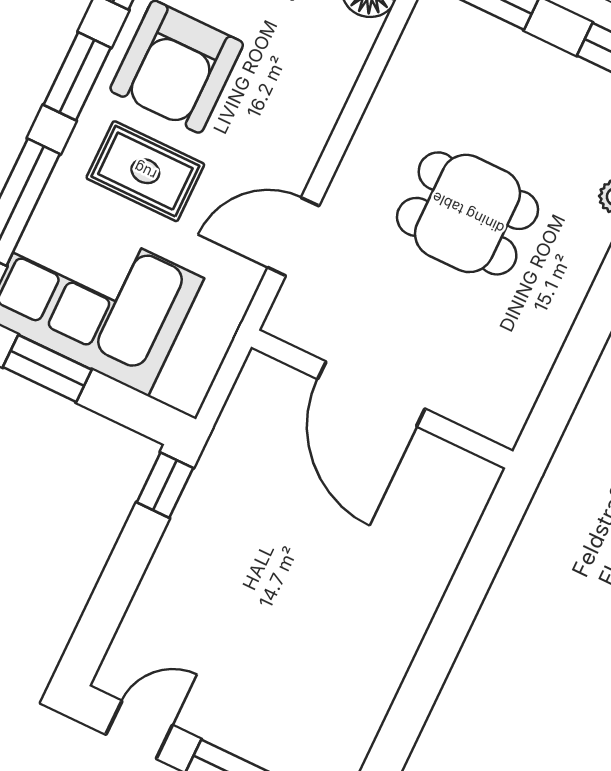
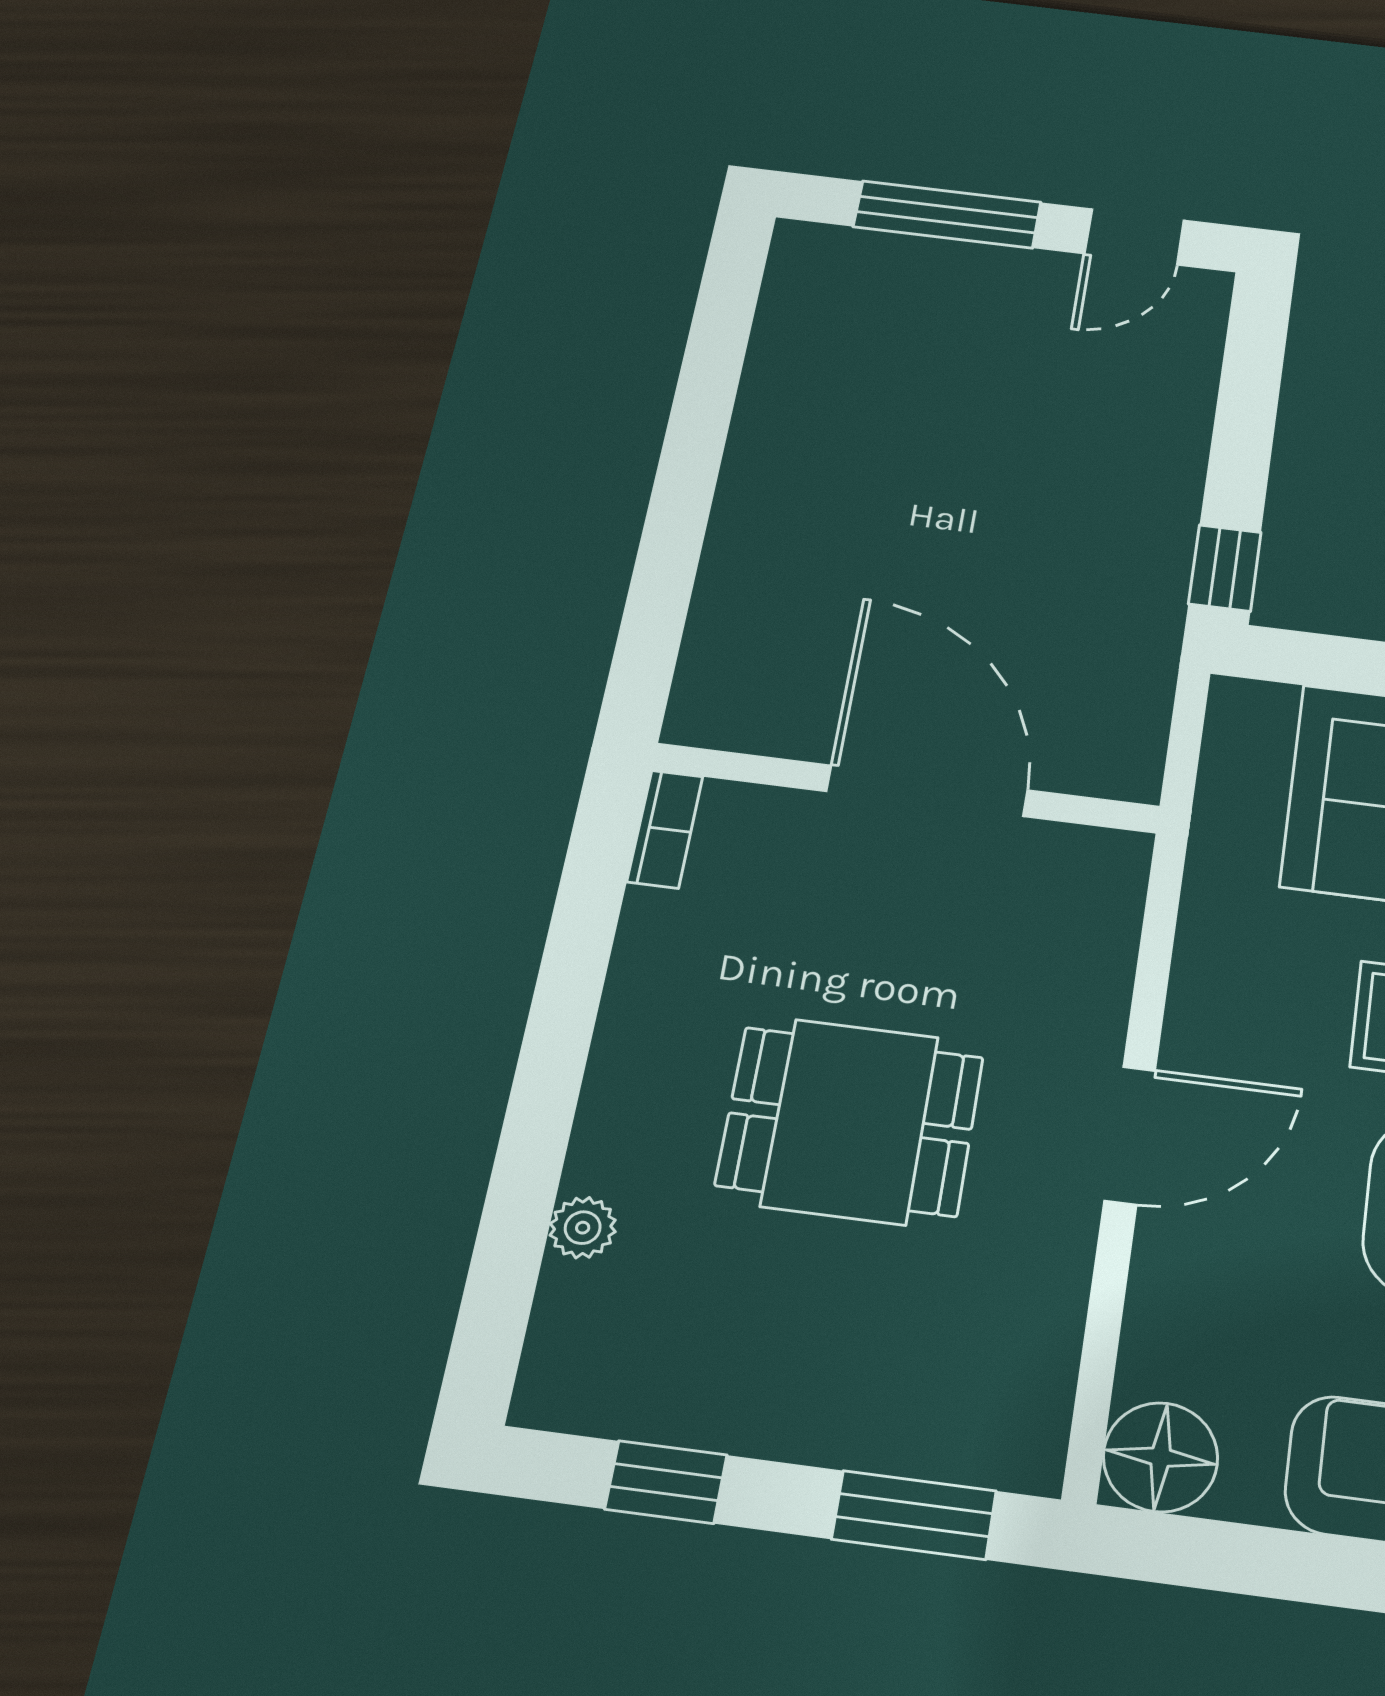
door: (293, 237) -> (1130, 1135), moved
bookcase: (516, 413) -> (665, 829), added

